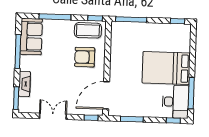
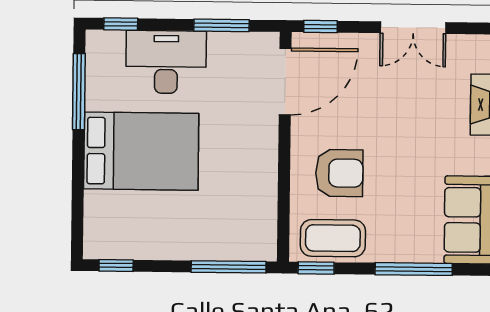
desk: (176, 102) -> (166, 62), moved, turned 90

